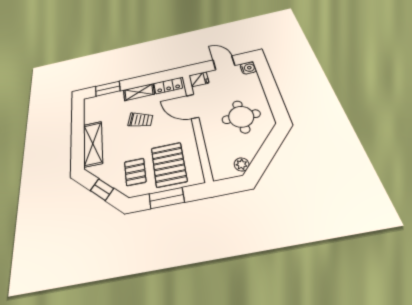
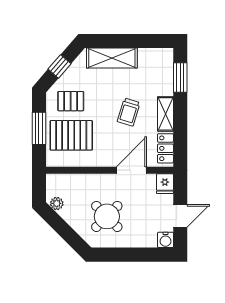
round table: (241, 117) -> (107, 216), turned 45

